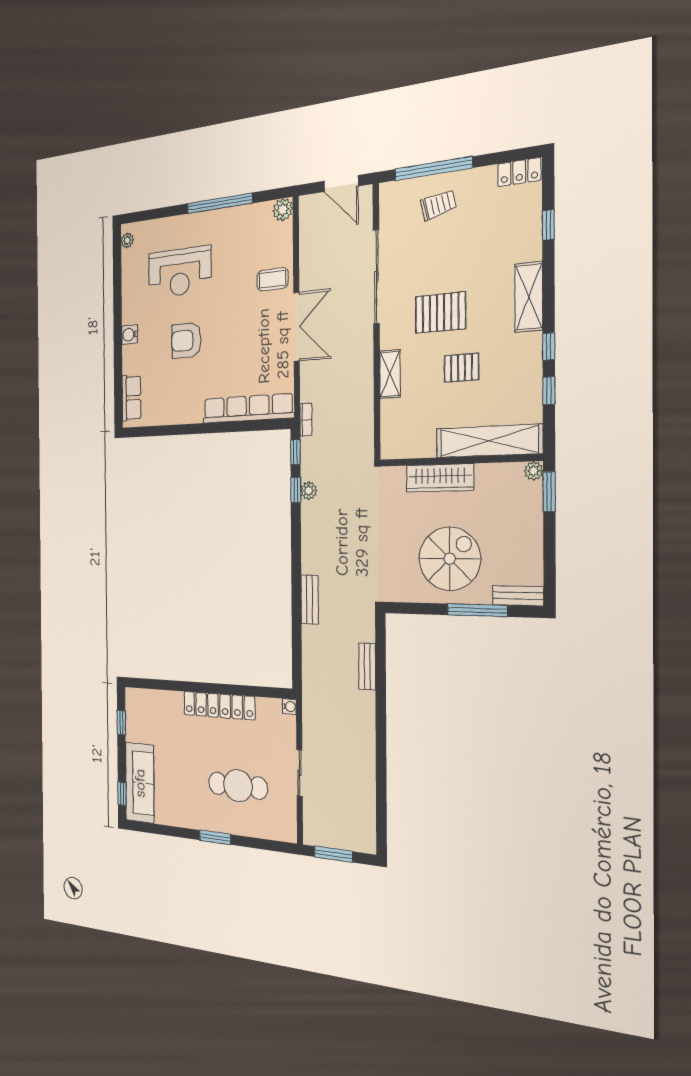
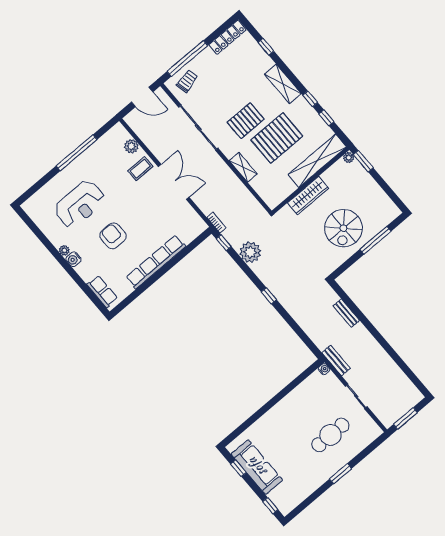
locker: (519, 172) -> (227, 37), width x1.53
trolley: (438, 205) -> (187, 81), moved
plant: (283, 210) -> (131, 146), moved
plant: (127, 240) -> (64, 250), moved
armchair: (186, 340) -> (113, 236), turned 90
pallet: (461, 368) -> (277, 138), width x2.05, depth x2.00
row of seats: (248, 408) -> (156, 262), moved
window: (296, 490) -> (269, 296), moved
plant: (309, 491) -> (250, 252), width x1.87, depth x1.87
spiral stairs: (450, 559) -> (343, 228), turned 180
bench: (518, 596) -> (388, 218), removed
bench: (310, 600) -> (336, 360), moved
locker: (219, 706) -> (287, 405), removed
sofa: (140, 783) -> (257, 467), moved

